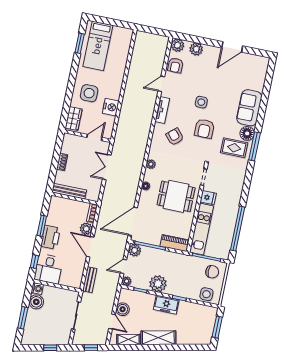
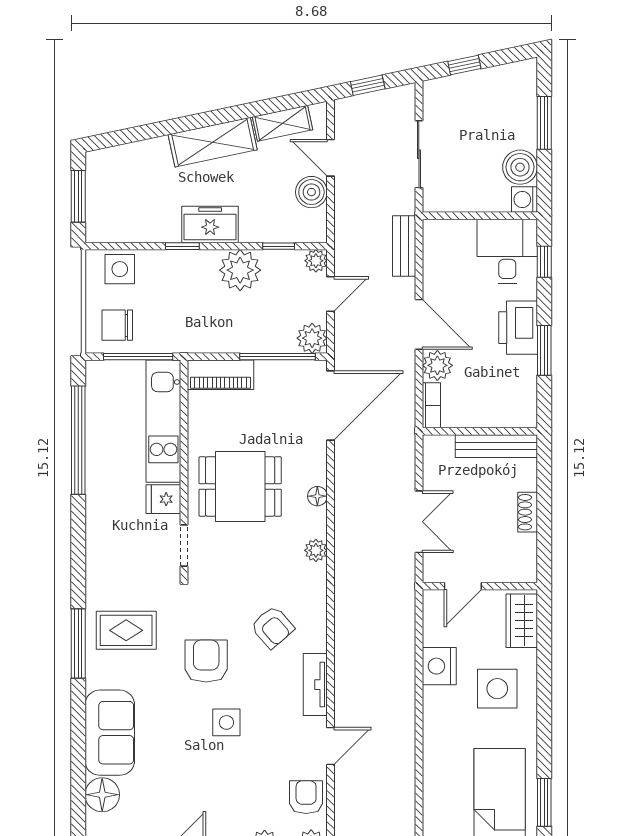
floor lamp: (247, 133) -> (102, 795), moved

